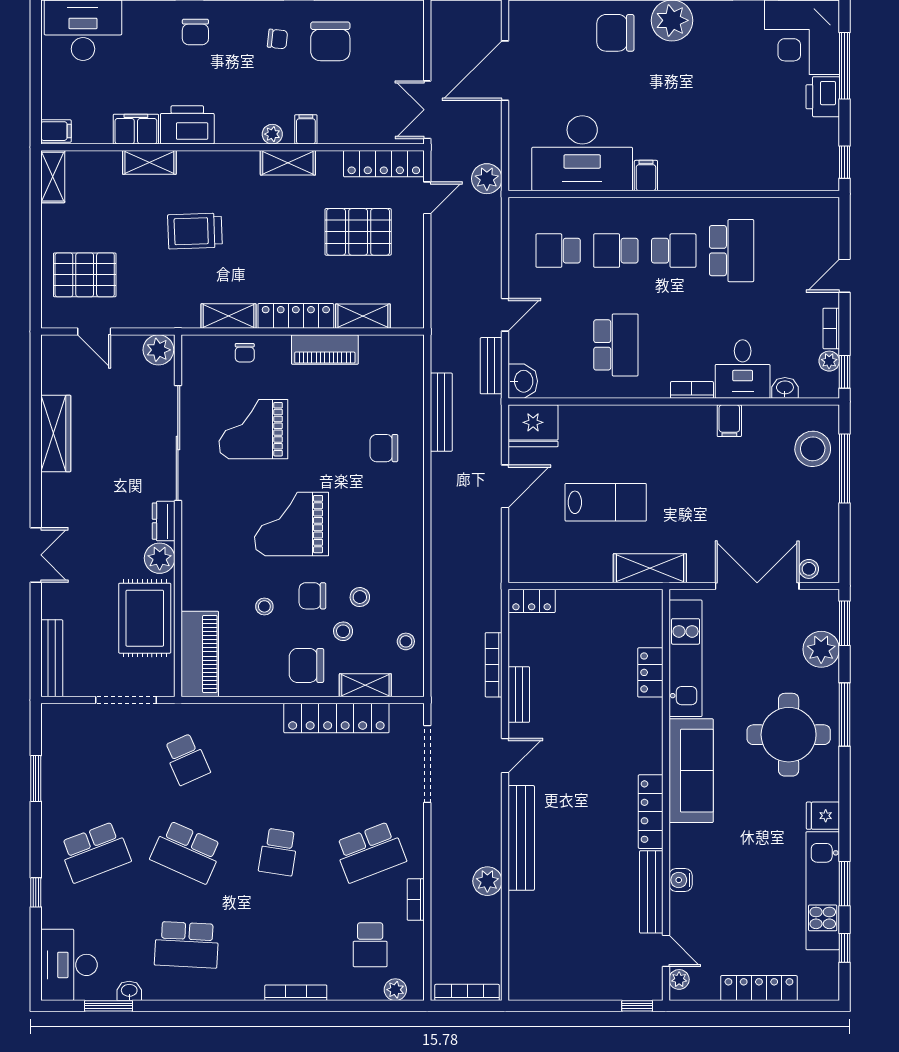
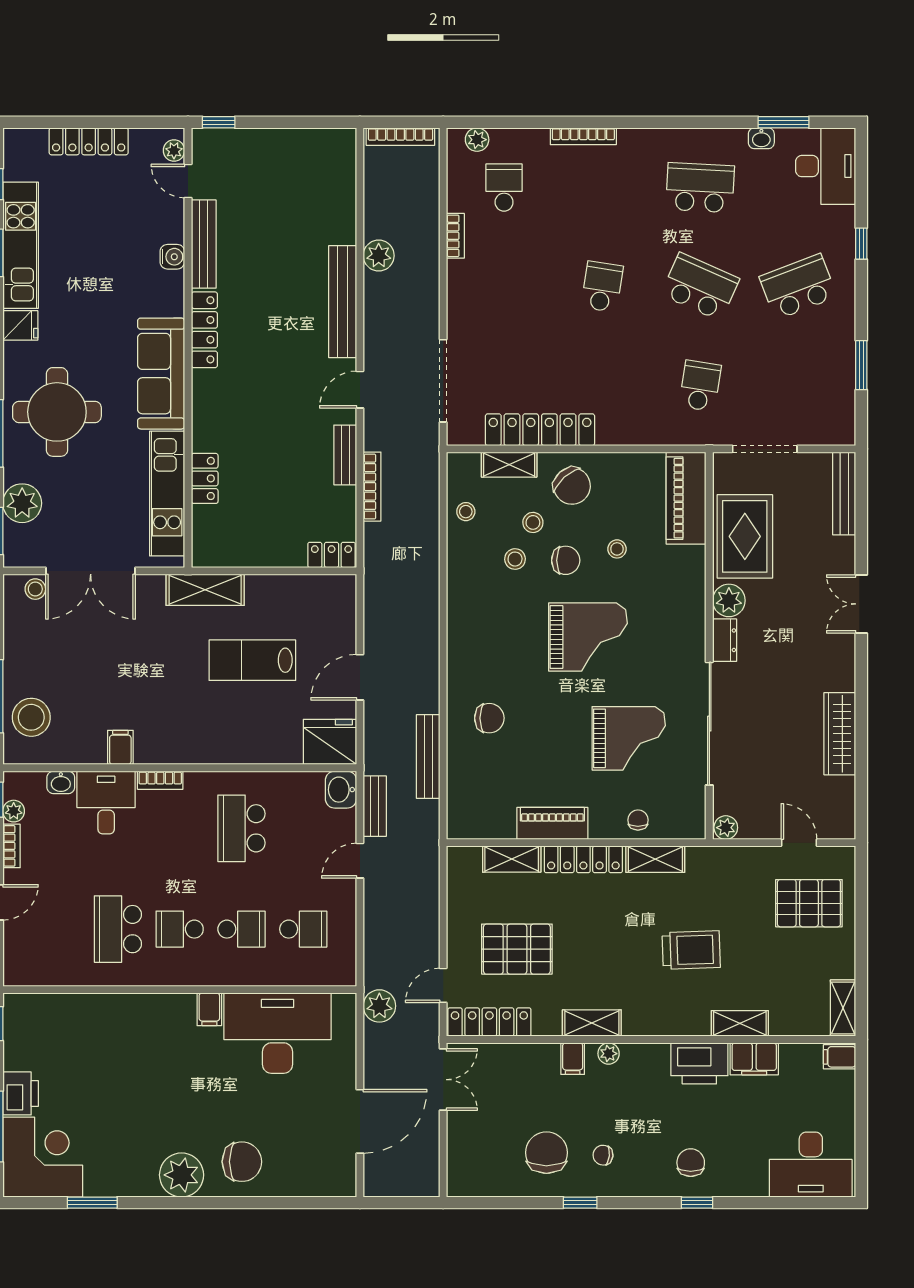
plant: (158, 350) -> (726, 828), width x0.73, depth x0.73
chair: (307, 665) -> (572, 486), turned 48
school desk: (187, 759) -> (700, 386), turned 33
school desk: (370, 852) -> (504, 287), removed

